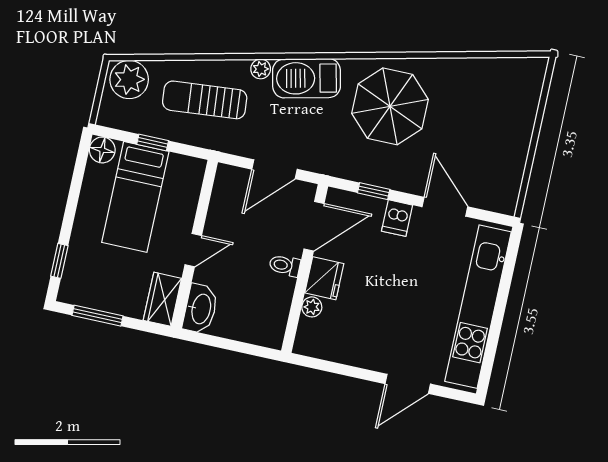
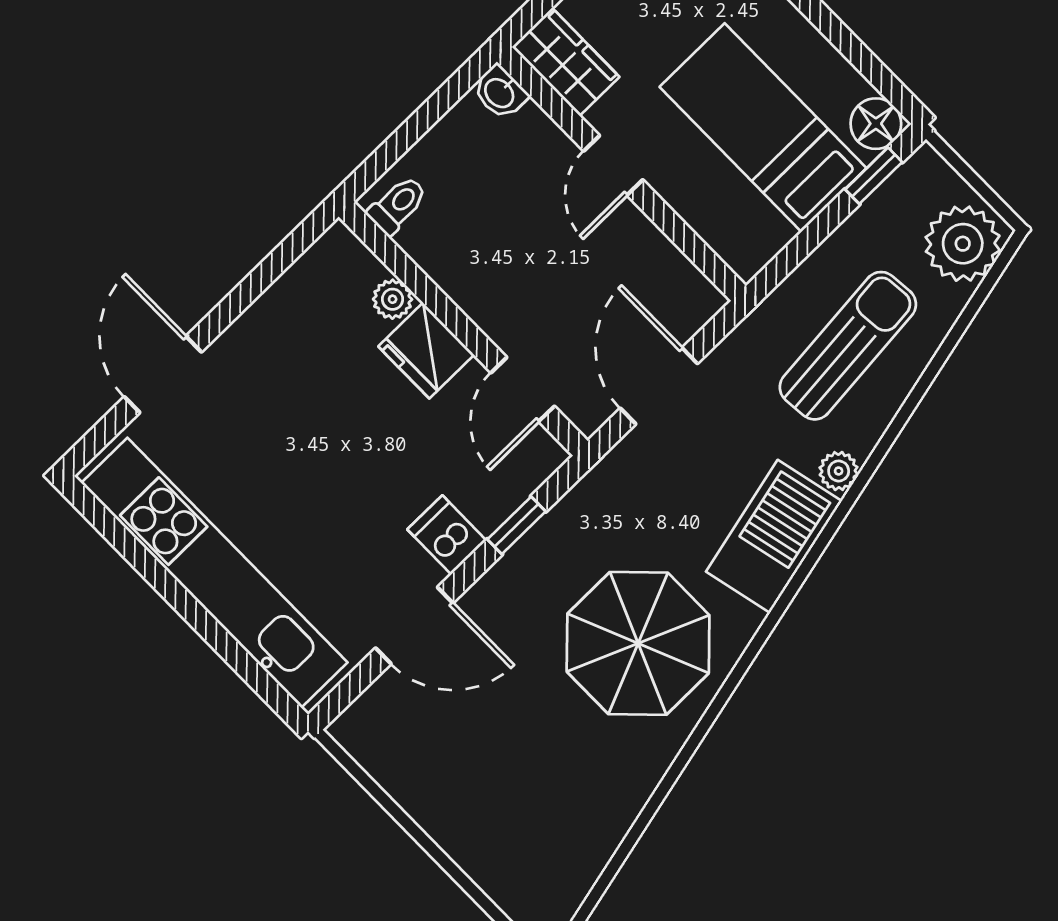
window: (153, 142) -> (874, 176), moved
door: (314, 226) -> (523, 389), width x0.73
toilet: (285, 266) -> (398, 205), moved
washbasin: (200, 309) -> (500, 92), width x0.52, depth x0.69

